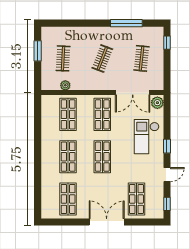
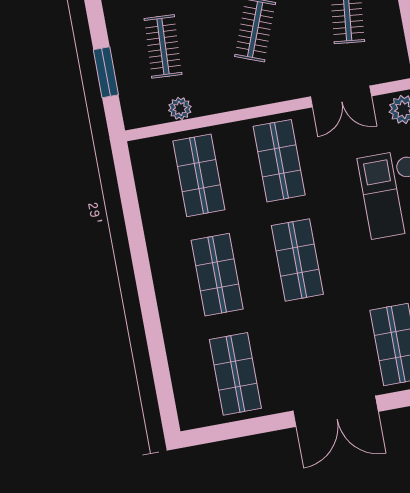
window: (38, 51) -> (106, 72), moved
double door: (133, 93) -> (341, 96), width x0.73
double door: (107, 222) -> (336, 411), swing flipped

